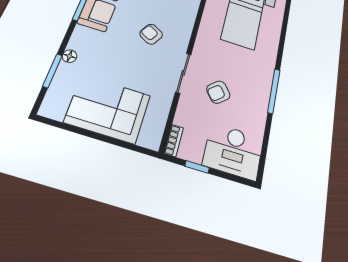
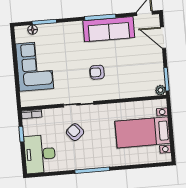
armchair: (151, 34) -> (97, 72), turned -119
floor lamp: (69, 56) -> (33, 30), moved

